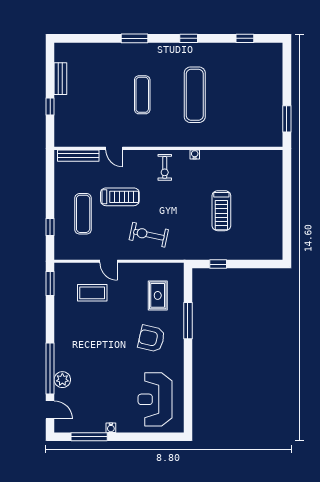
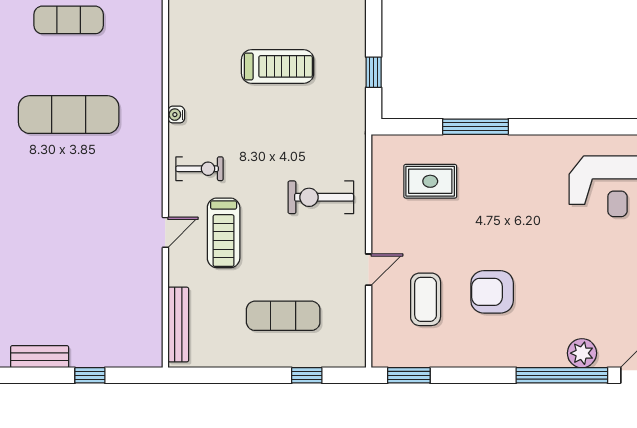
exercise mat: (142, 95) -> (69, 20), moved
door: (114, 148) -> (165, 232), moved
treadmill: (120, 197) -> (224, 233), moved, turned 180
exercise bike: (149, 235) -> (321, 197), turned 78
armchair: (151, 339) -> (492, 292), moved, turned 77

